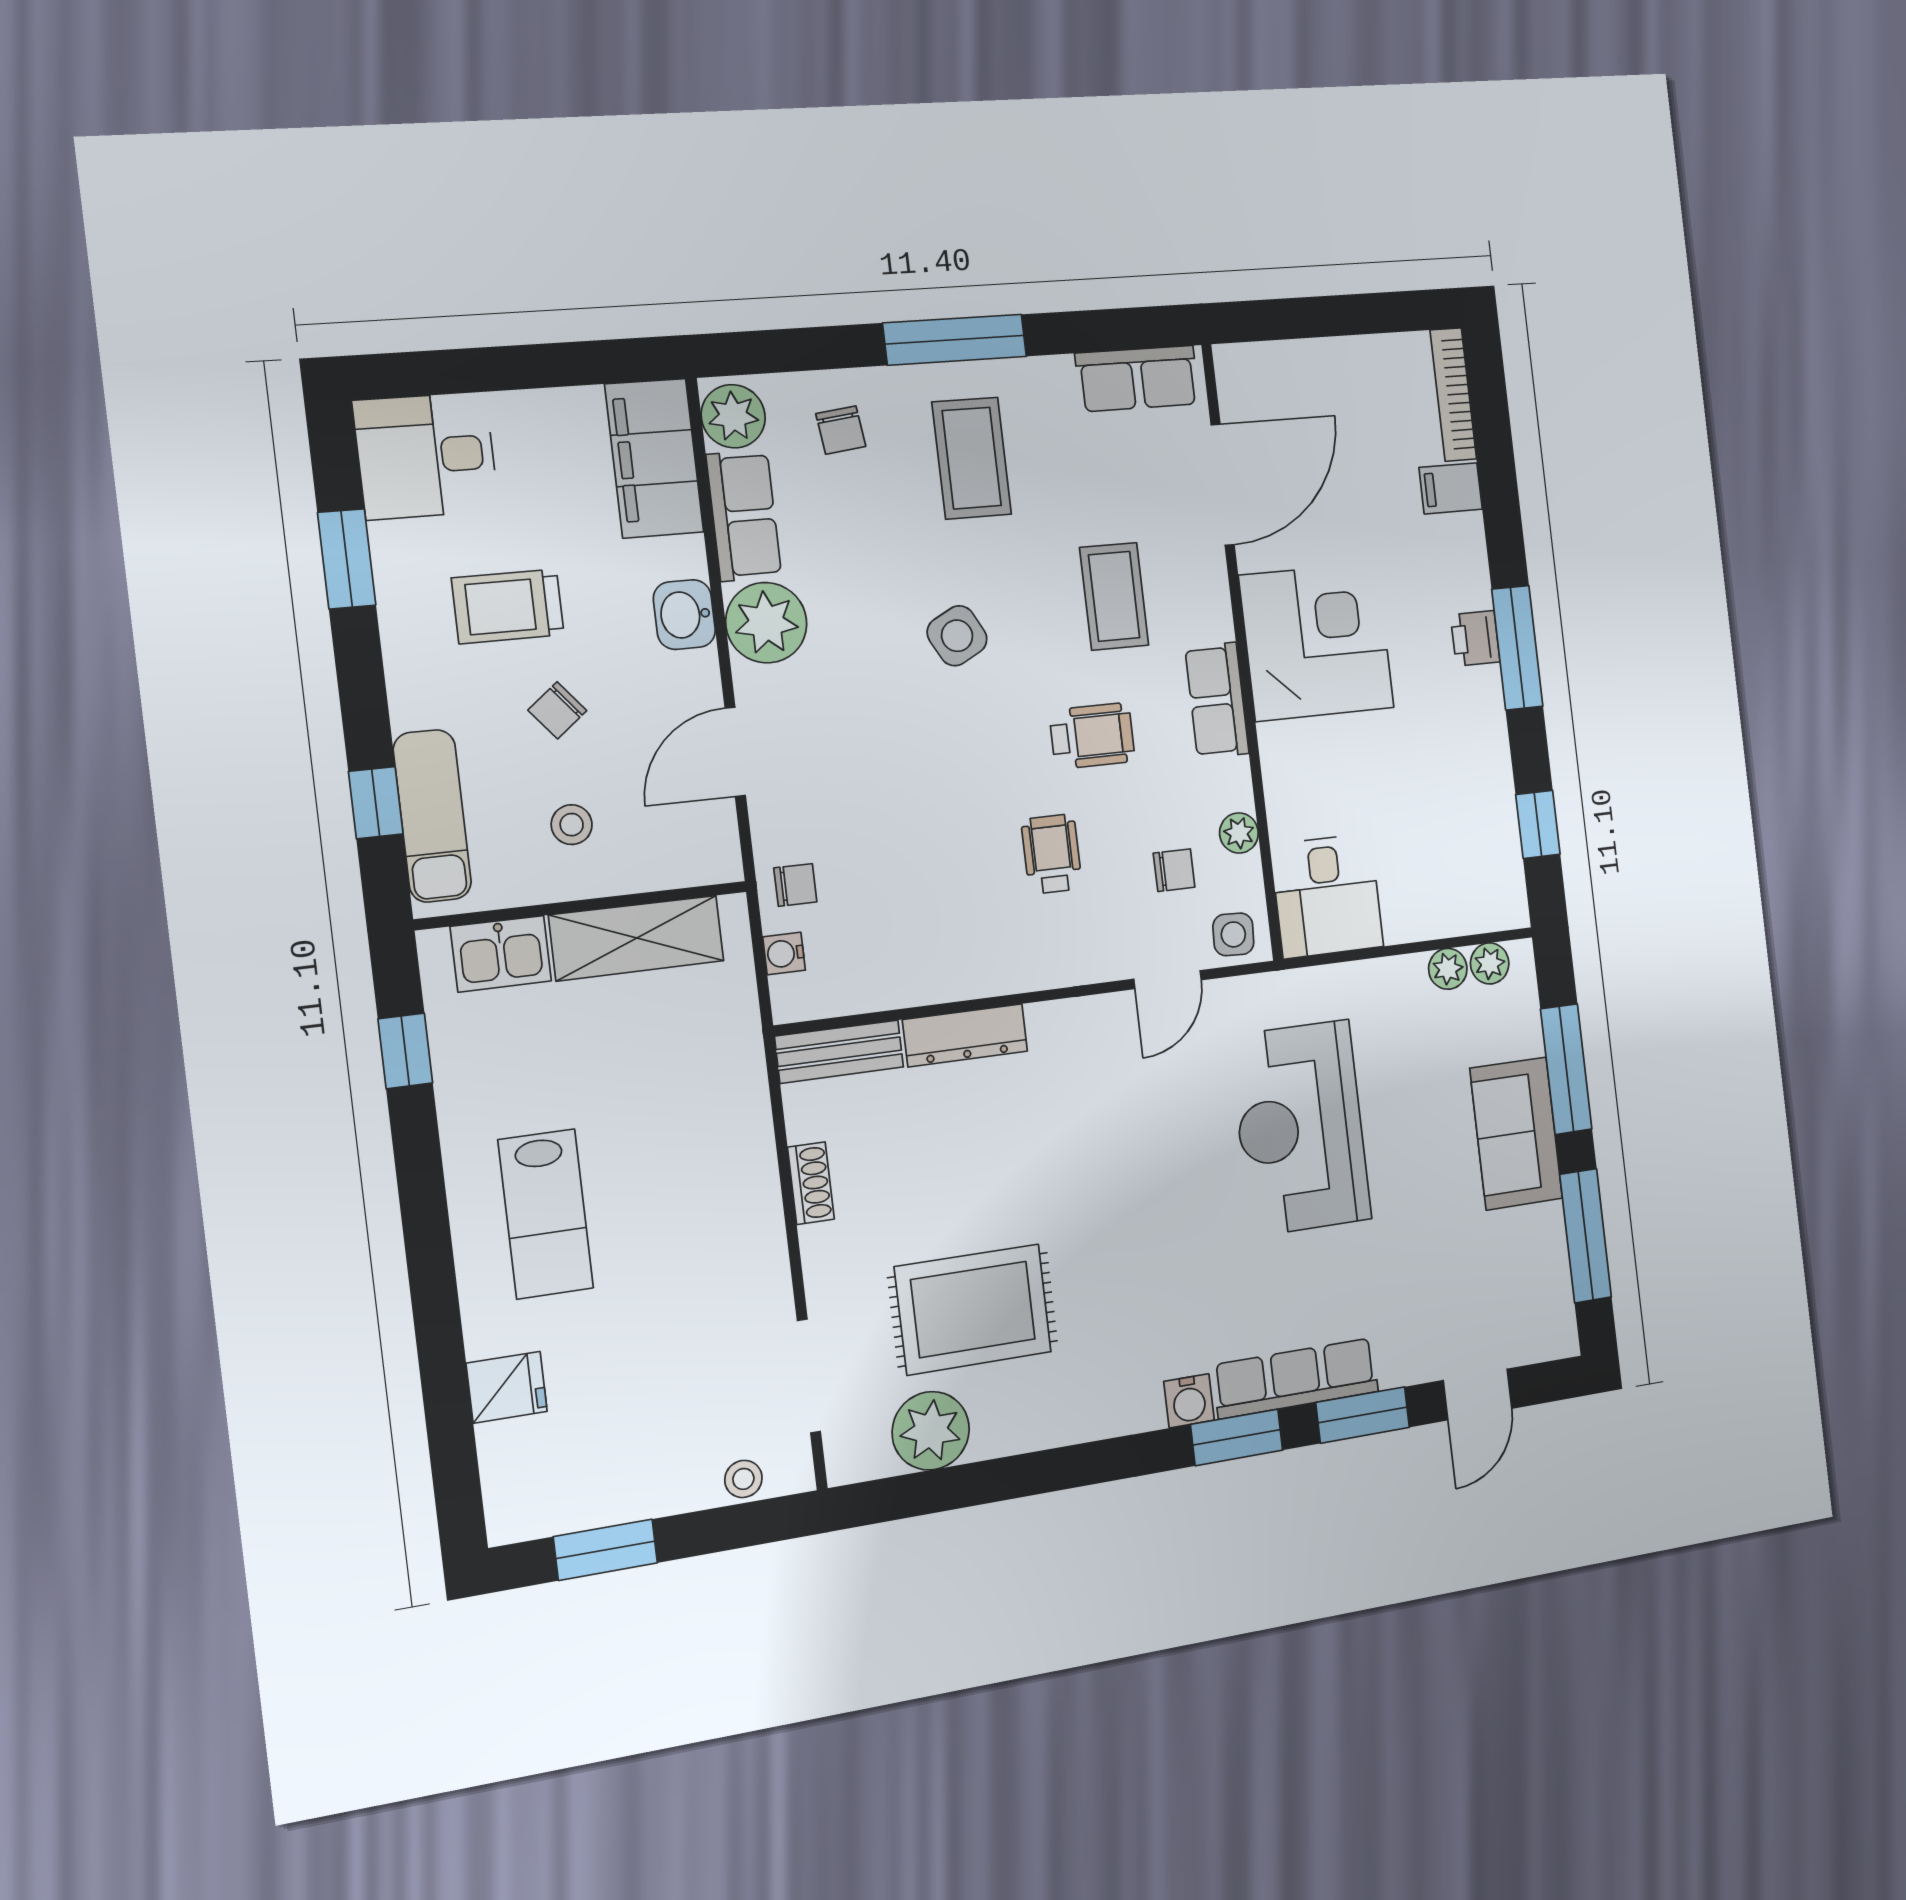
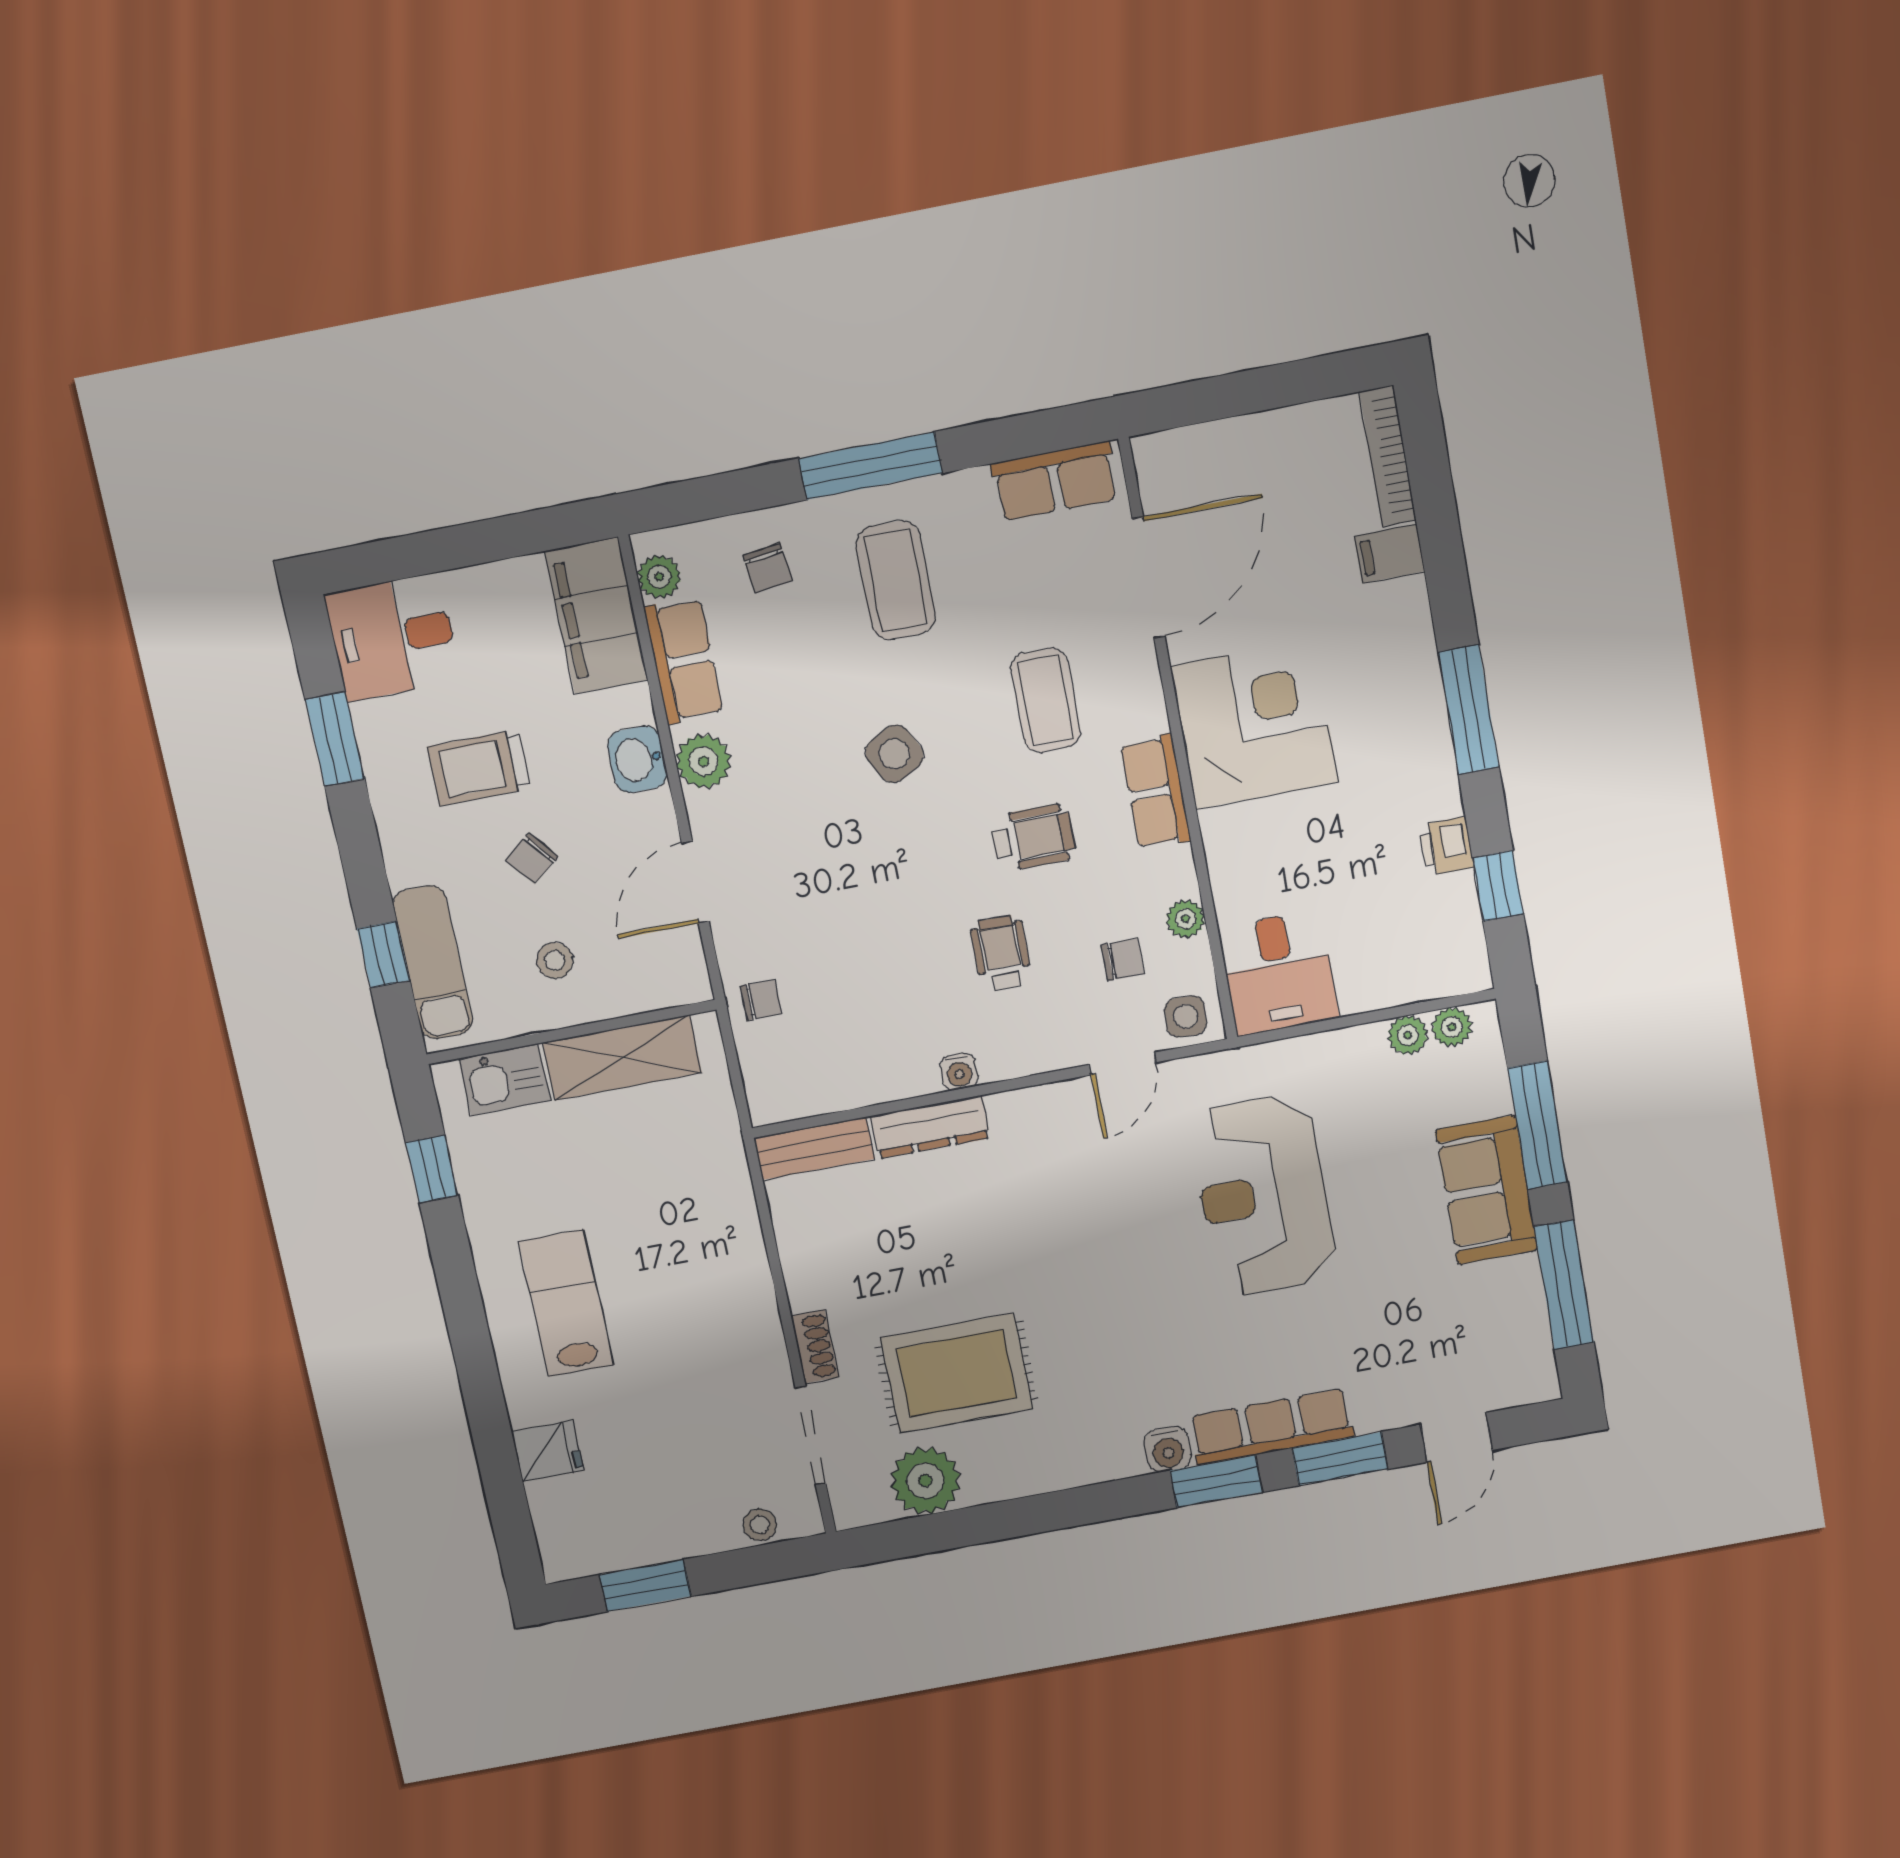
plant: (733, 416) -> (659, 577), width x0.73, depth x0.73
plant: (766, 623) -> (704, 761), width x0.73, depth x0.73
printer: (1475, 638) -> (1446, 846), moved
water cooler: (784, 954) -> (959, 1072), moved, turned -90
shoe rack: (811, 1183) -> (815, 1347), moved
lab bench: (546, 1214) -> (566, 1303), turned 180

